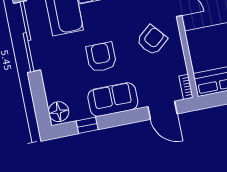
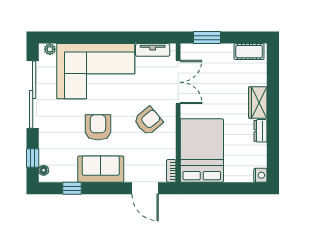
window: (40, 102) -> (33, 158), added
floor lamp: (59, 112) -> (44, 170), width x0.53, depth x0.53

